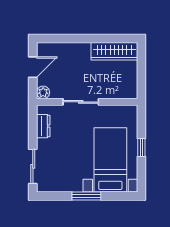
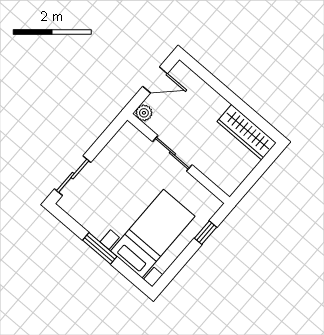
dresser: (43, 126) -> (116, 145), removed
window: (141, 147) -> (206, 233), moved

